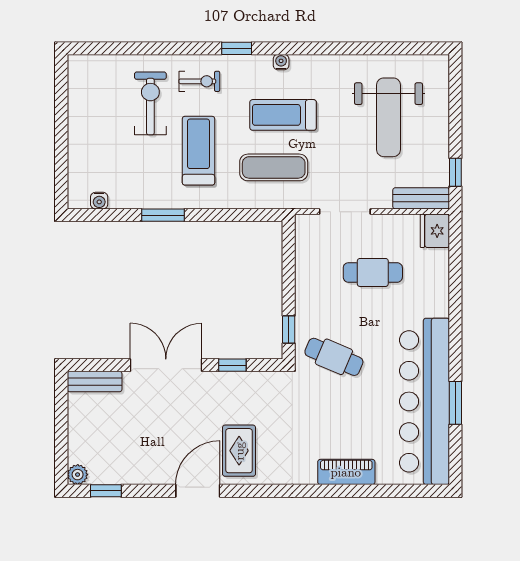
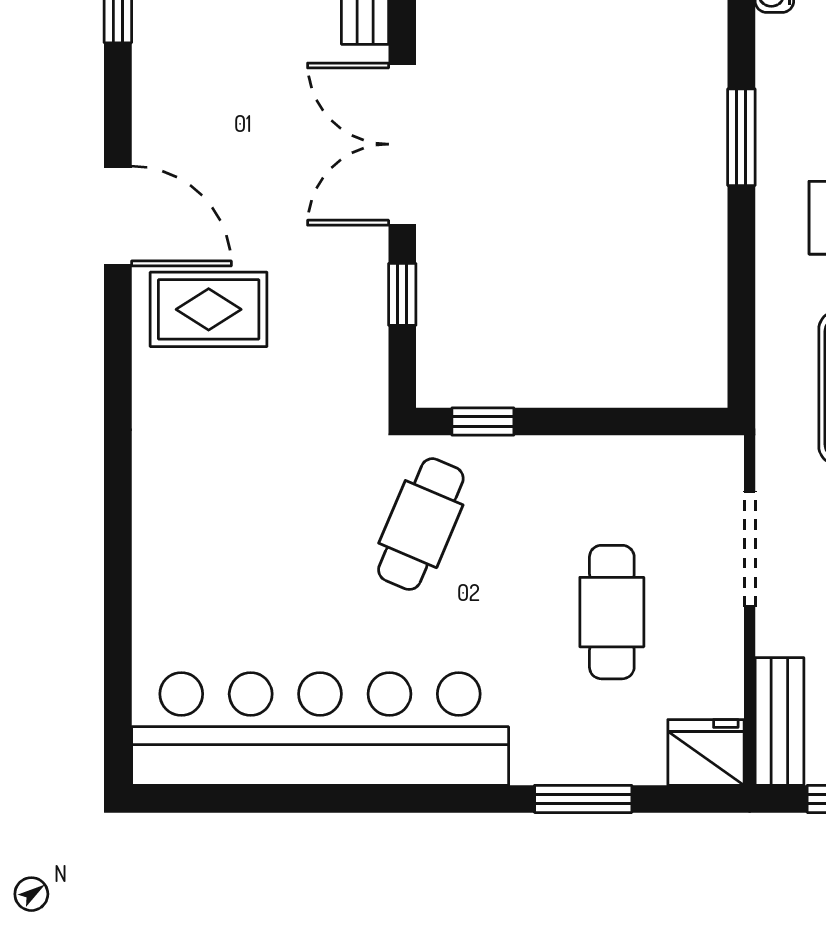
double door: (166, 365) -> (402, 144), swing flipped
window: (455, 403) -> (583, 799), moved
piano: (346, 472) -> (160, 552), removed

